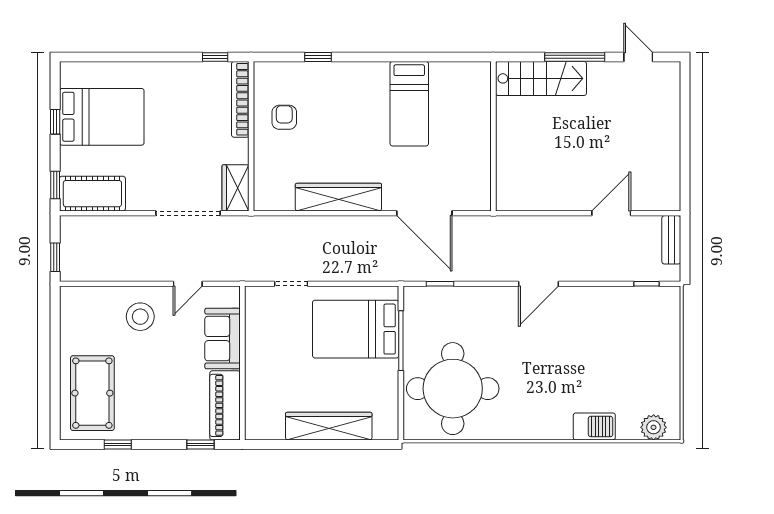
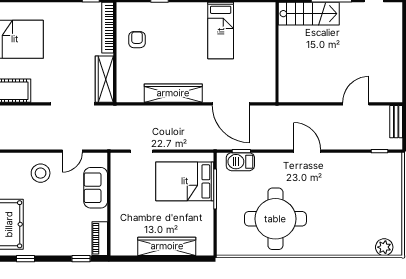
wardrobe: (235, 188) -> (104, 79), width x1.50
door: (539, 284) -> (307, 151), swing flipped
round table: (453, 389) -> (275, 219), moved
piano: (225, 405) -> (100, 239), width x0.73, depth x0.75
barbecue: (594, 426) -> (240, 162), moved, turned 180

